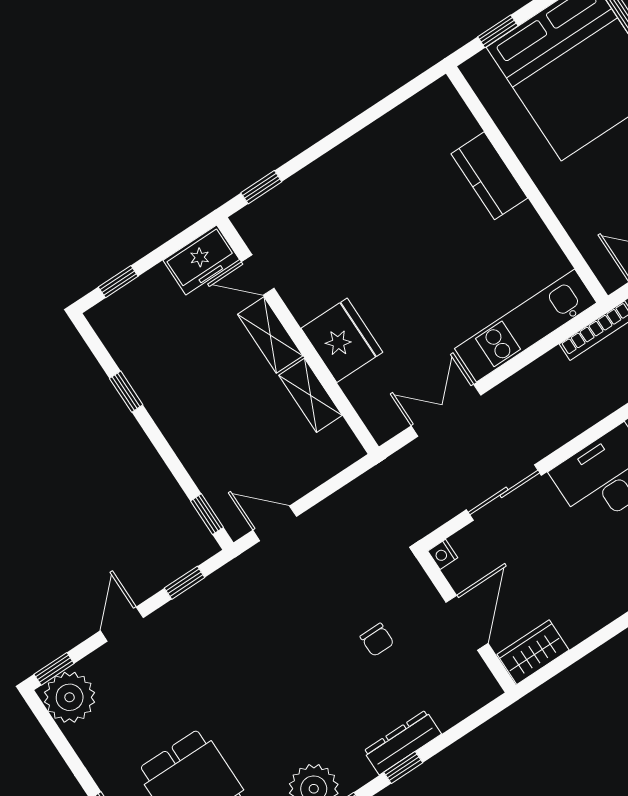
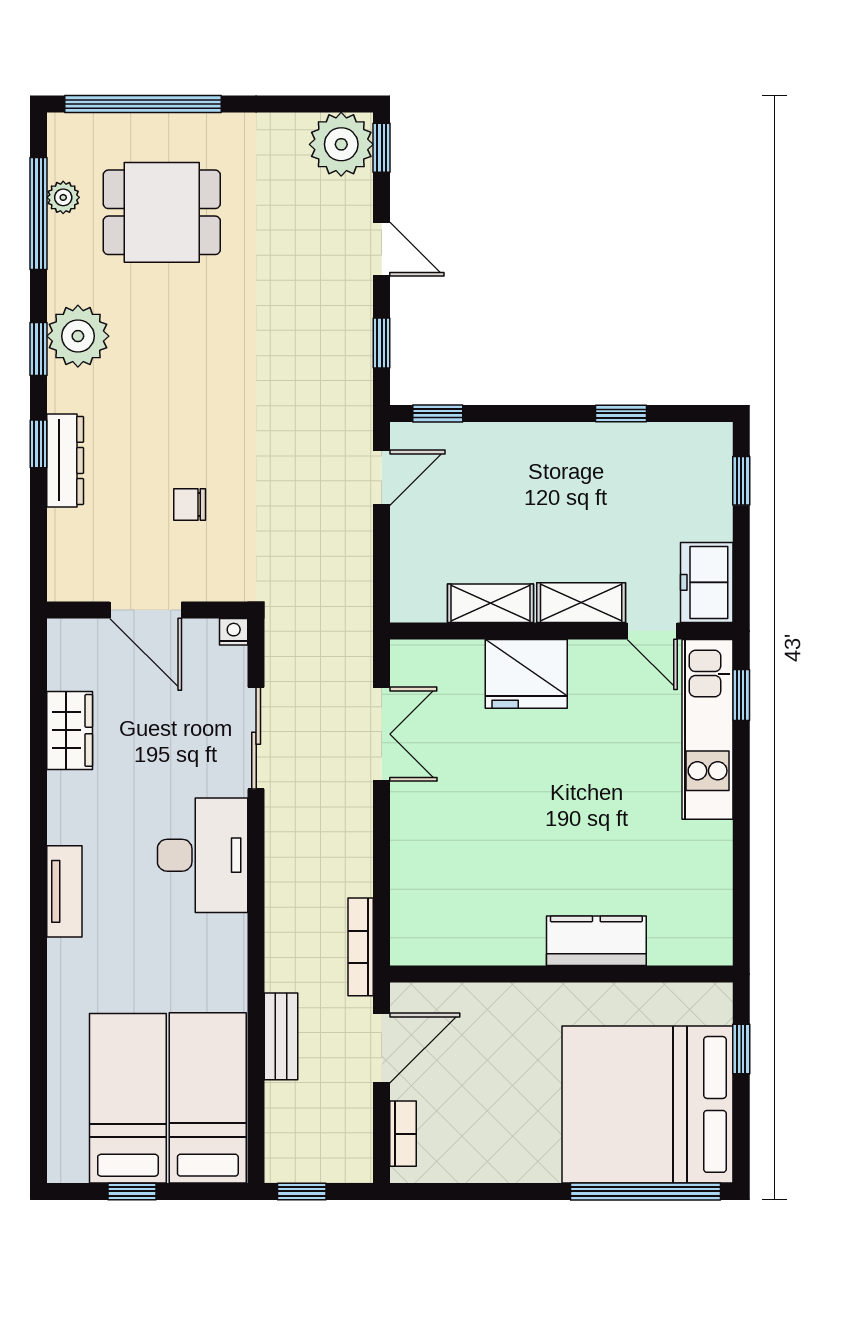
door: (258, 275) -> (652, 631), swing flipped
kitchen unit: (526, 326) -> (708, 729), moved, turned 180
wardrobe: (533, 652) -> (70, 730), moved

